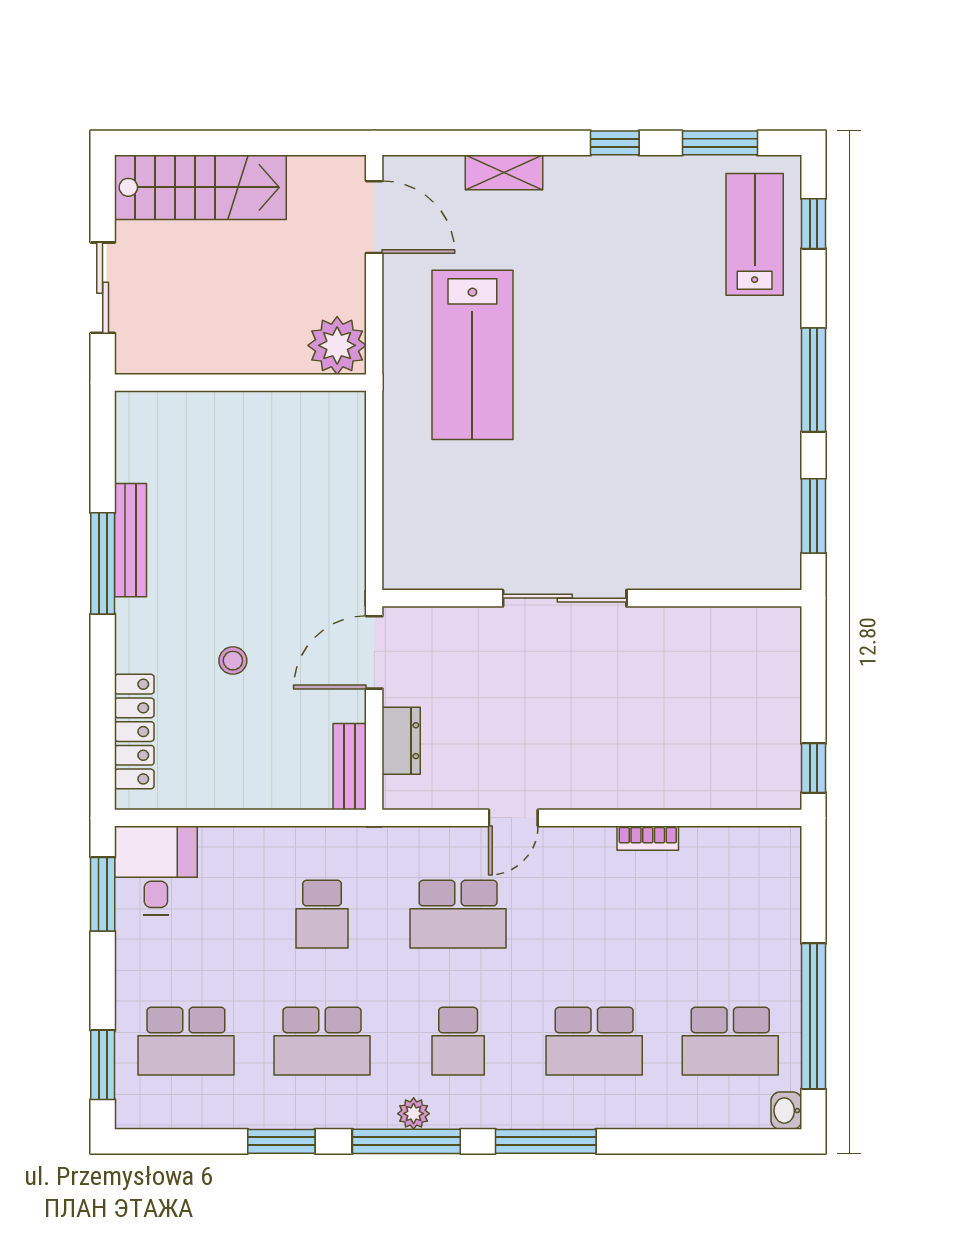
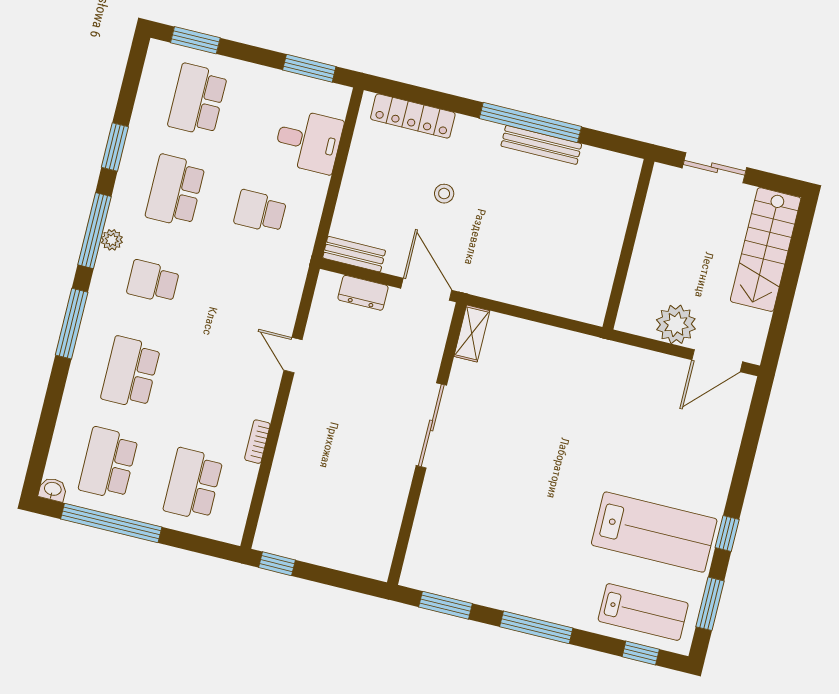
shelving: (504, 172) -> (472, 334), moved
plant: (337, 345) -> (676, 324), moved
lab bench: (472, 355) -> (654, 532), moved, turned 180
window: (103, 563) -> (530, 122), width x1.46
desk: (156, 870) -> (308, 141), moved
school desk: (458, 914) -> (193, 484), moved

